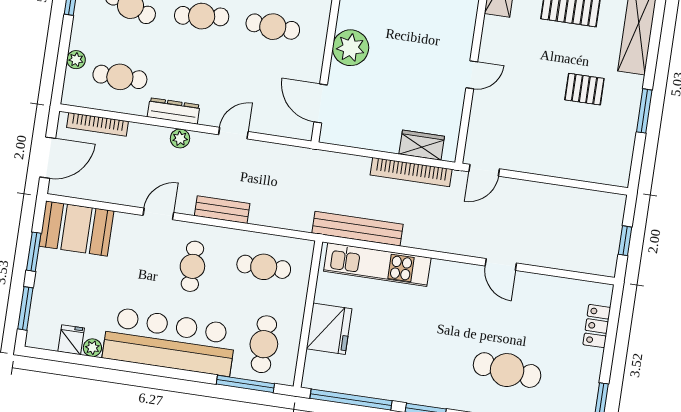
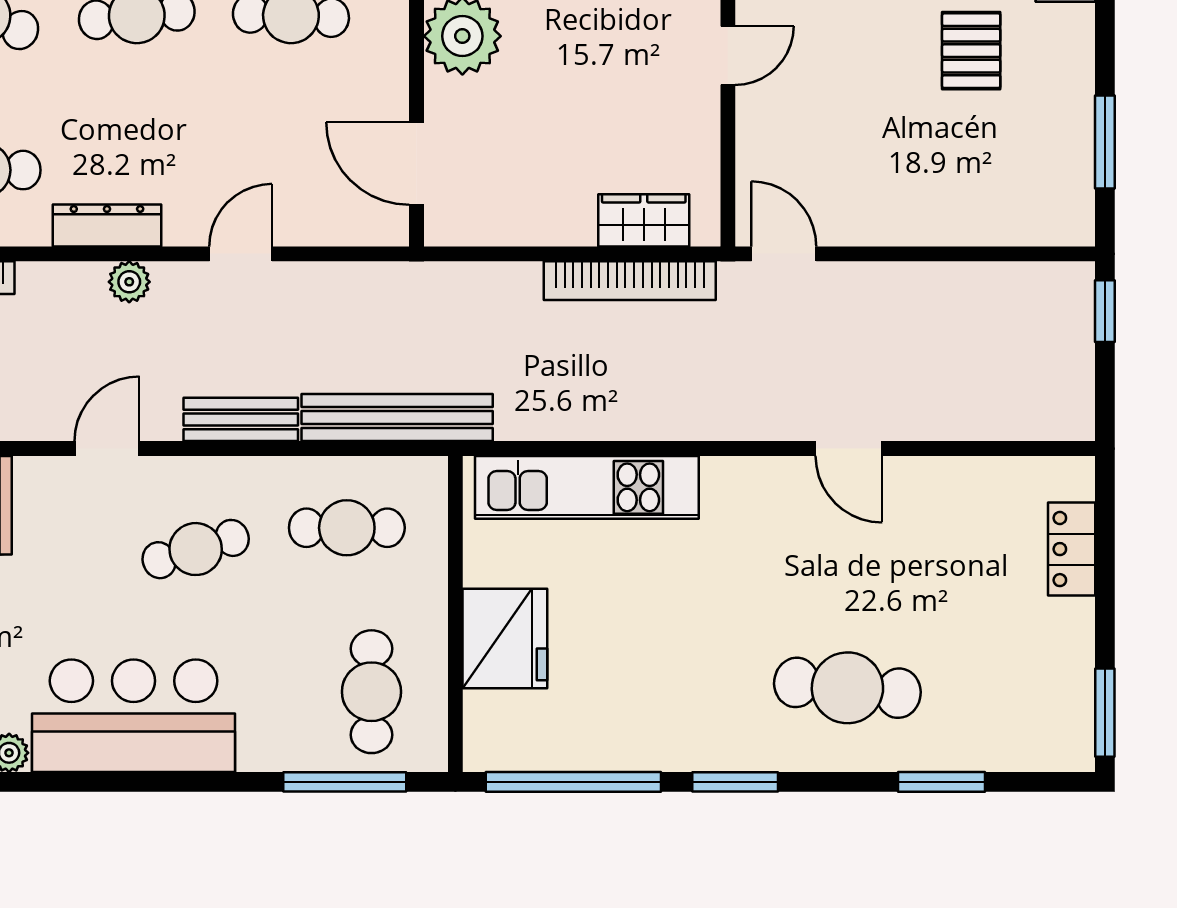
pallet: (584, 89) -> (971, 51), turned 90
window: (644, 111) -> (1105, 142), moved
door: (484, 170) -> (784, 254), swing flipped
bench: (358, 229) -> (397, 418), moved
window: (625, 241) -> (1105, 311), moved
cafe table: (192, 266) -> (196, 549), turned 73
bar counter: (169, 342) -> (134, 716), width x0.73
cafe table: (507, 370) -> (847, 688), moved

